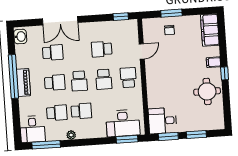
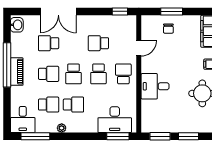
school desk: (53, 52) -> (49, 43), turned 180
desk: (162, 121) -> (155, 86), moved

